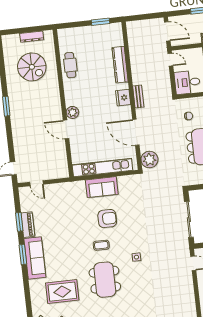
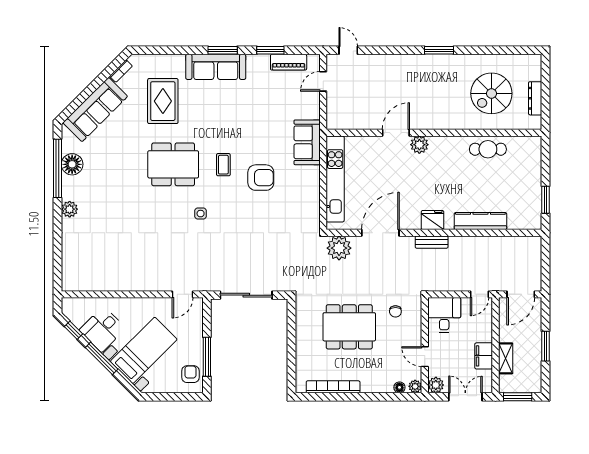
sofa: (102, 187) -> (307, 142), moved
armchair: (107, 219) -> (261, 178), turned -90
piano: (28, 225) -> (289, 62), moved

